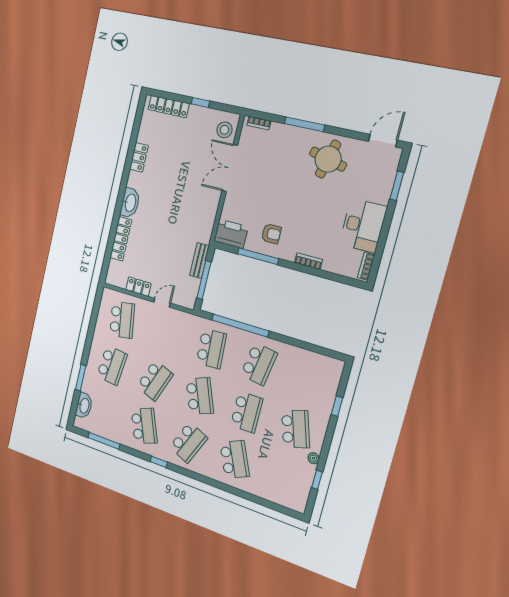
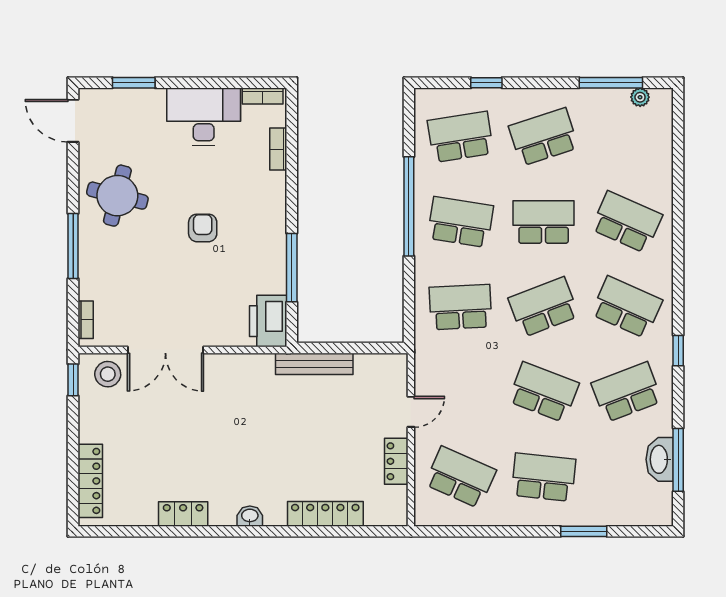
window: (201, 102) -> (73, 380), moved
washbasin: (130, 203) -> (250, 516), width x0.52, depth x0.69
armchair: (271, 234) -> (203, 228), moved
bench: (199, 261) -> (314, 364), width x1.36
bookcase: (308, 261) -> (278, 149), moved
window: (204, 280) -> (353, 348), removed
door: (162, 303) -> (411, 412), swing flipped
school desk: (122, 320) -> (460, 477), turned 33
window: (240, 326) -> (409, 206), moved
school desk: (308, 380) -> (460, 137), added
washbasin: (84, 406) -> (660, 459), moved, turned -90
plant: (313, 458) -> (640, 97), moved
school desk: (235, 459) -> (627, 222), turned 48
window: (317, 480) -> (611, 83), width x2.17

